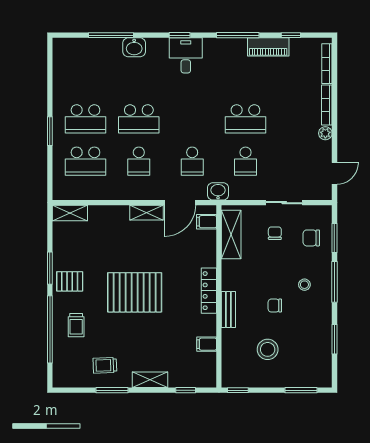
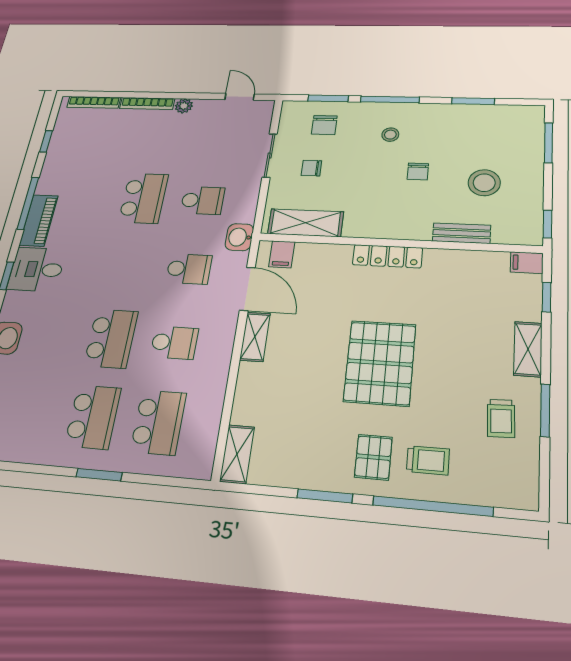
piano: (268, 47) -> (39, 220), moved
pallet: (70, 281) -> (373, 457), moved
bench: (228, 309) -> (462, 233), moved
filing cabinet: (207, 344) -> (527, 263), moved, turned 90

